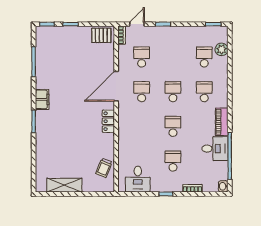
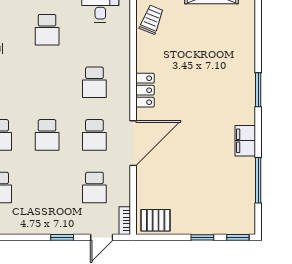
filing cabinet: (42, 99) -> (245, 141), moved
school desk: (173, 126) -> (94, 82), moved

